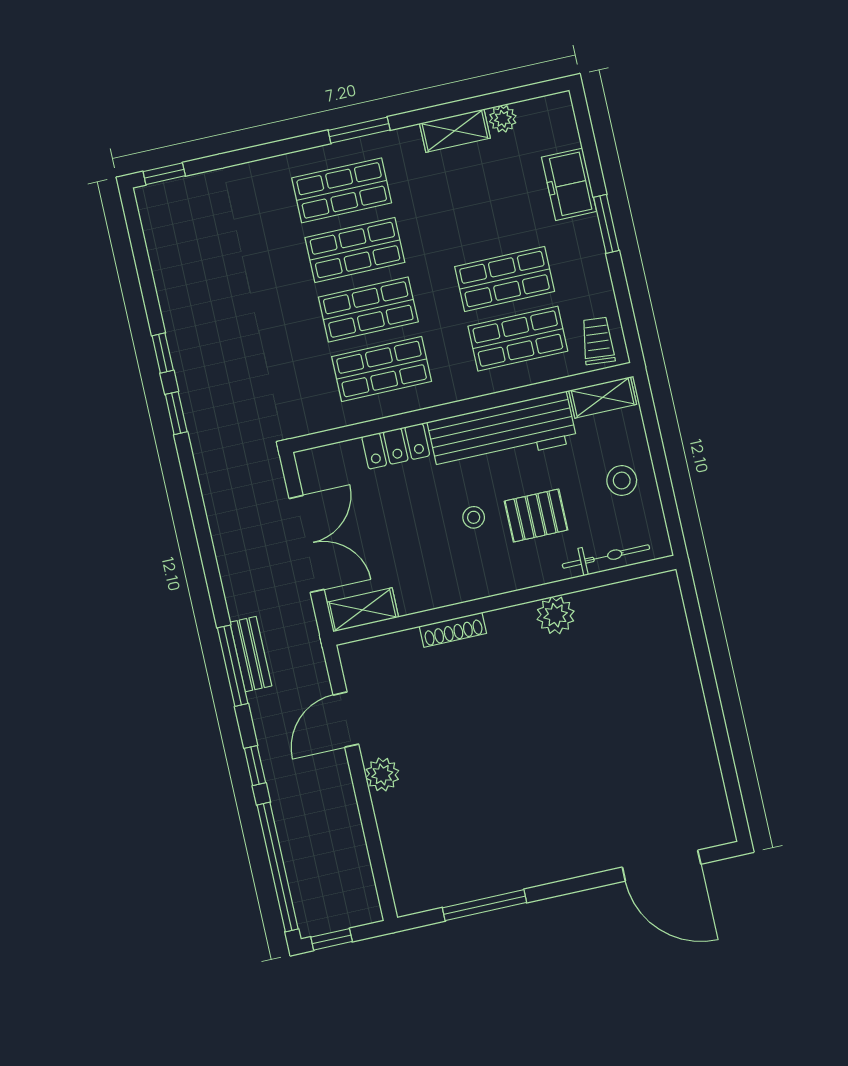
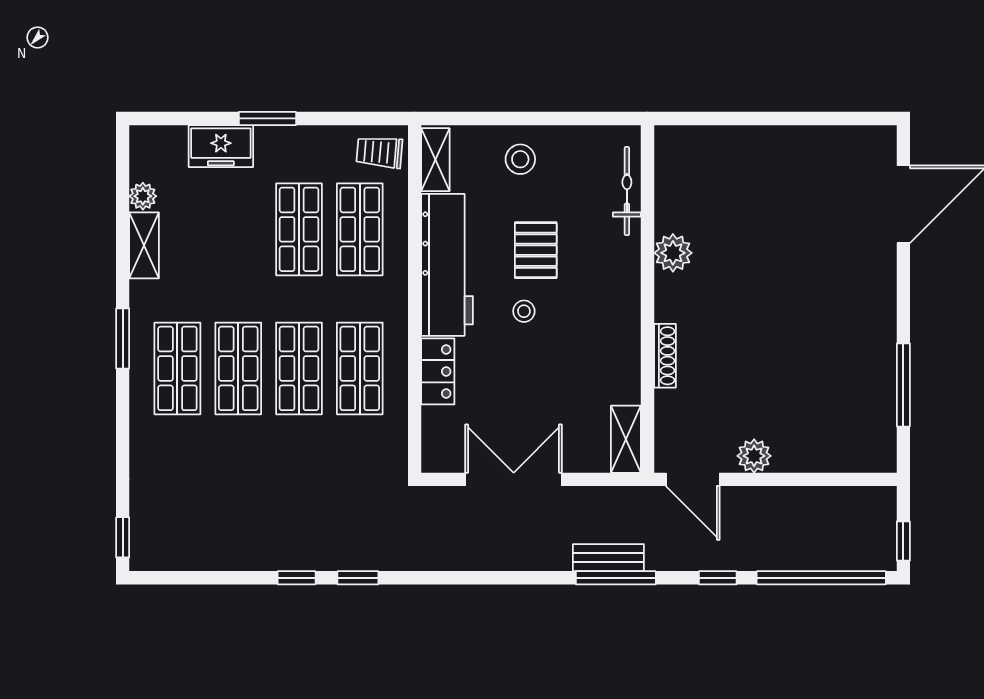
bicycle: (606, 557) -> (627, 191), moved
wall: (505, 600) -> (647, 299), moved
shelving: (363, 610) -> (626, 439), moved
plant: (556, 615) -> (673, 253), moved
shoe rack: (453, 630) -> (665, 356), moved

